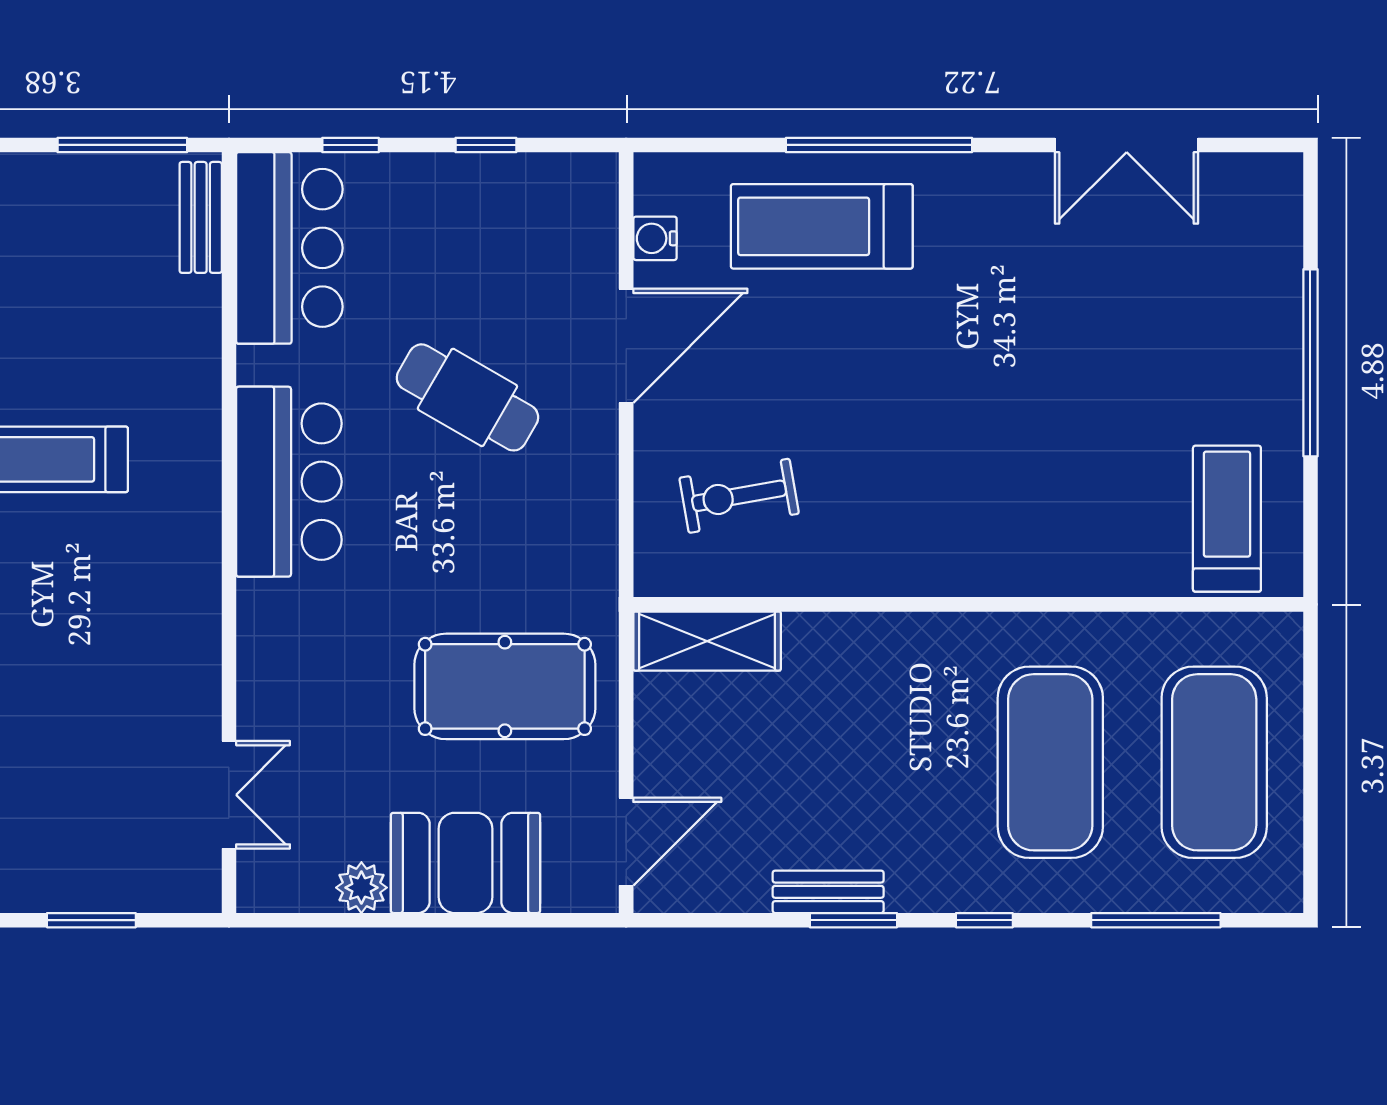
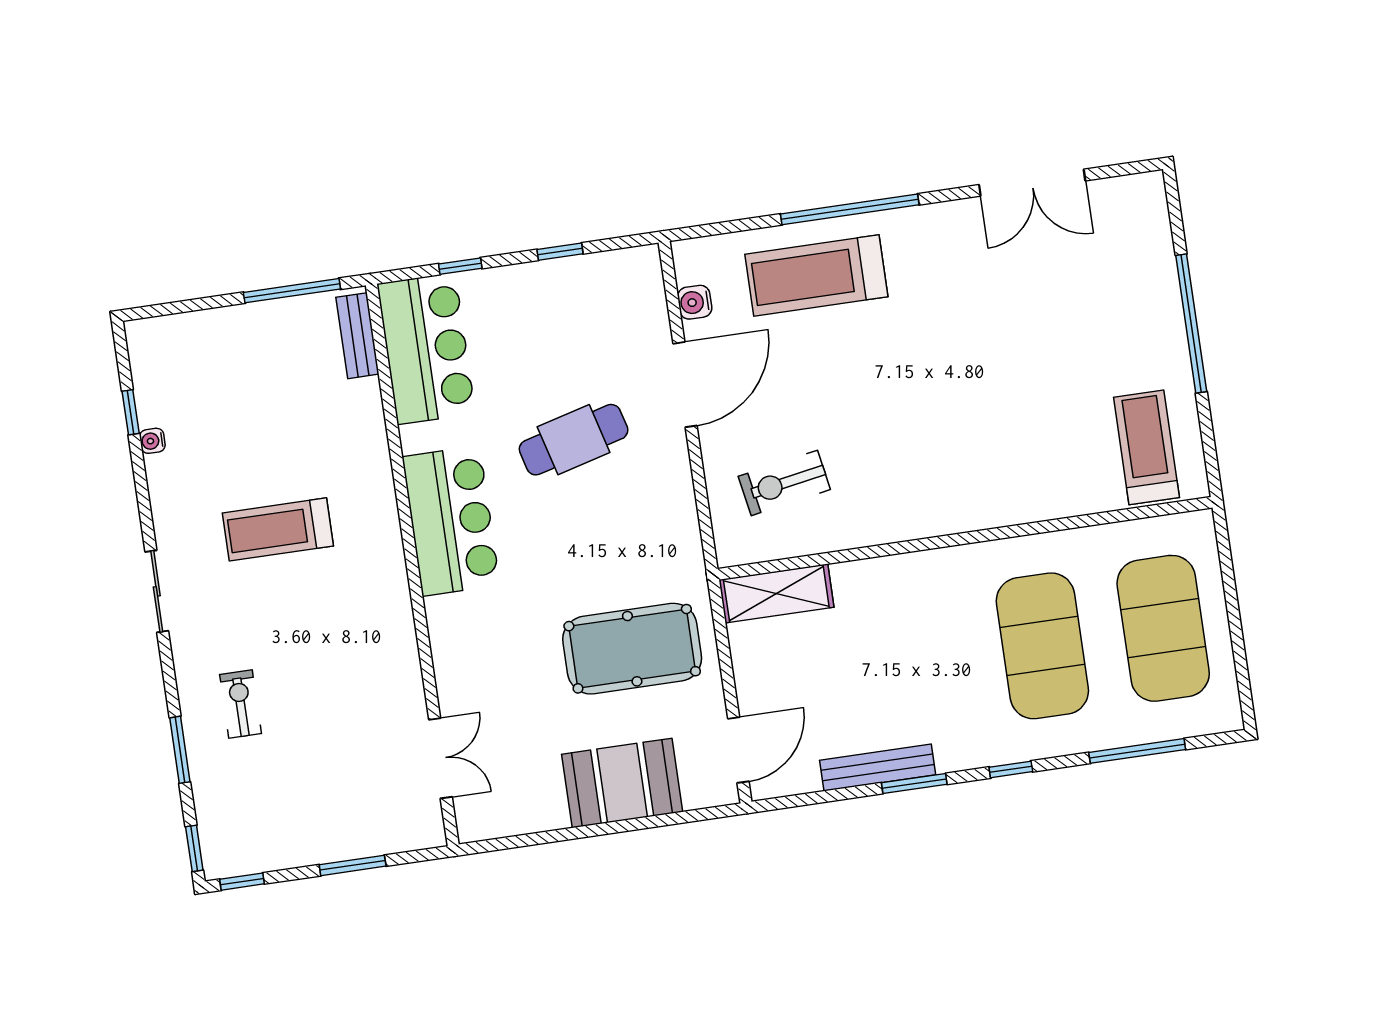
cafe table: (467, 397) -> (574, 440), turned -45
plant: (361, 888) -> (548, 812), removed
bench: (828, 892) -> (878, 767), width x1.36

